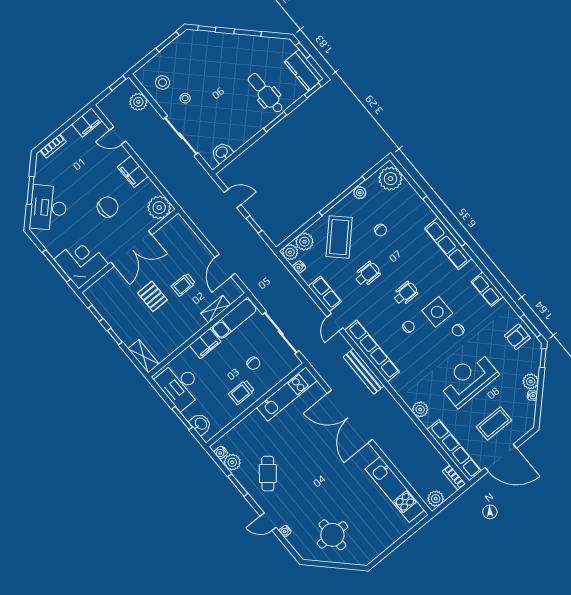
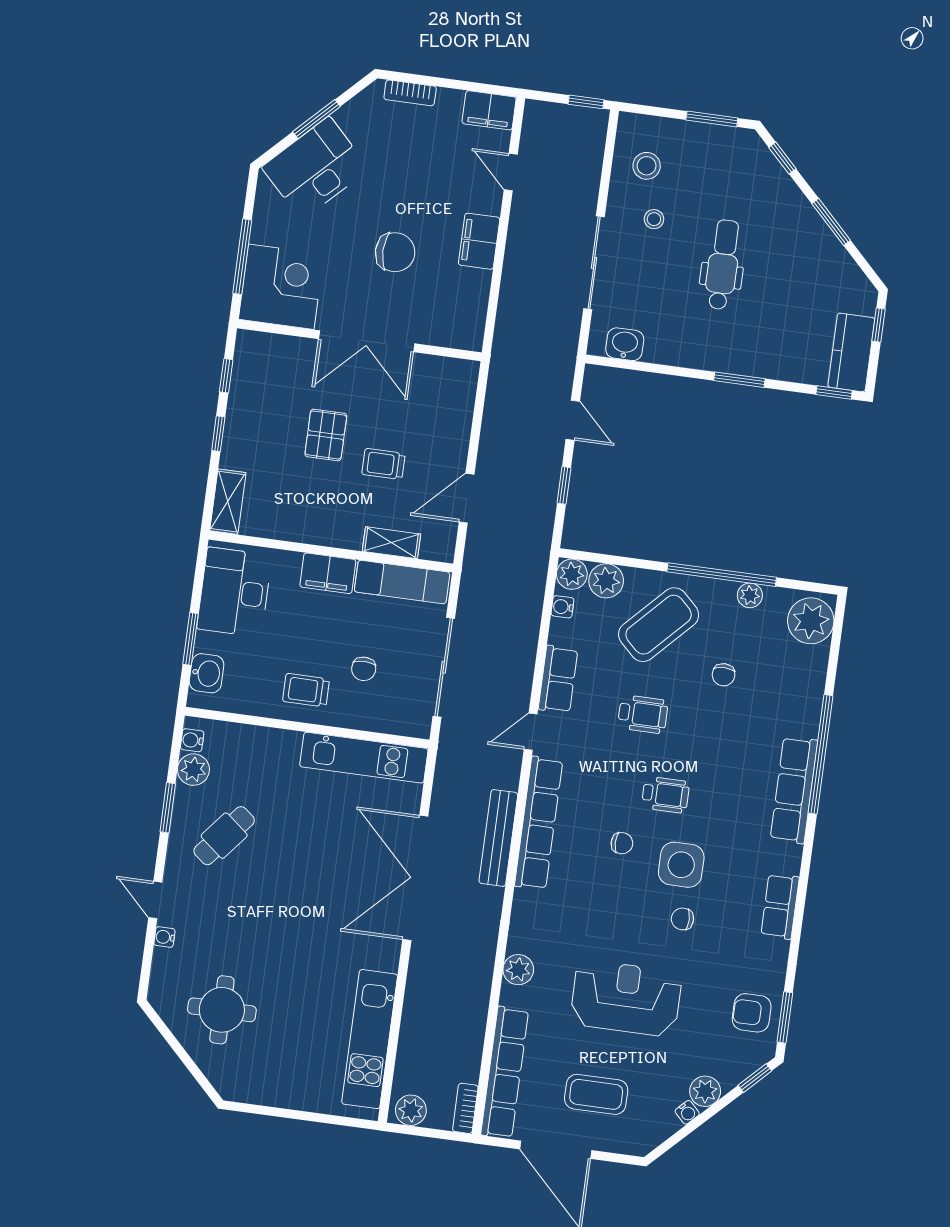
dental chair: (266, 93) -> (723, 265), moved
plant: (138, 102) -> (587, 157), removed
plant: (159, 208) -> (462, 327), removed

